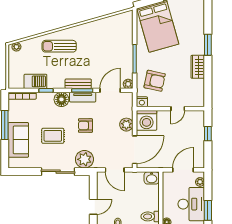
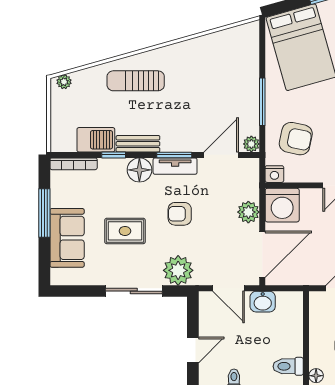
bench: (78, 84) -> (138, 144), moved
washbasin: (152, 178) -> (263, 302), moved

